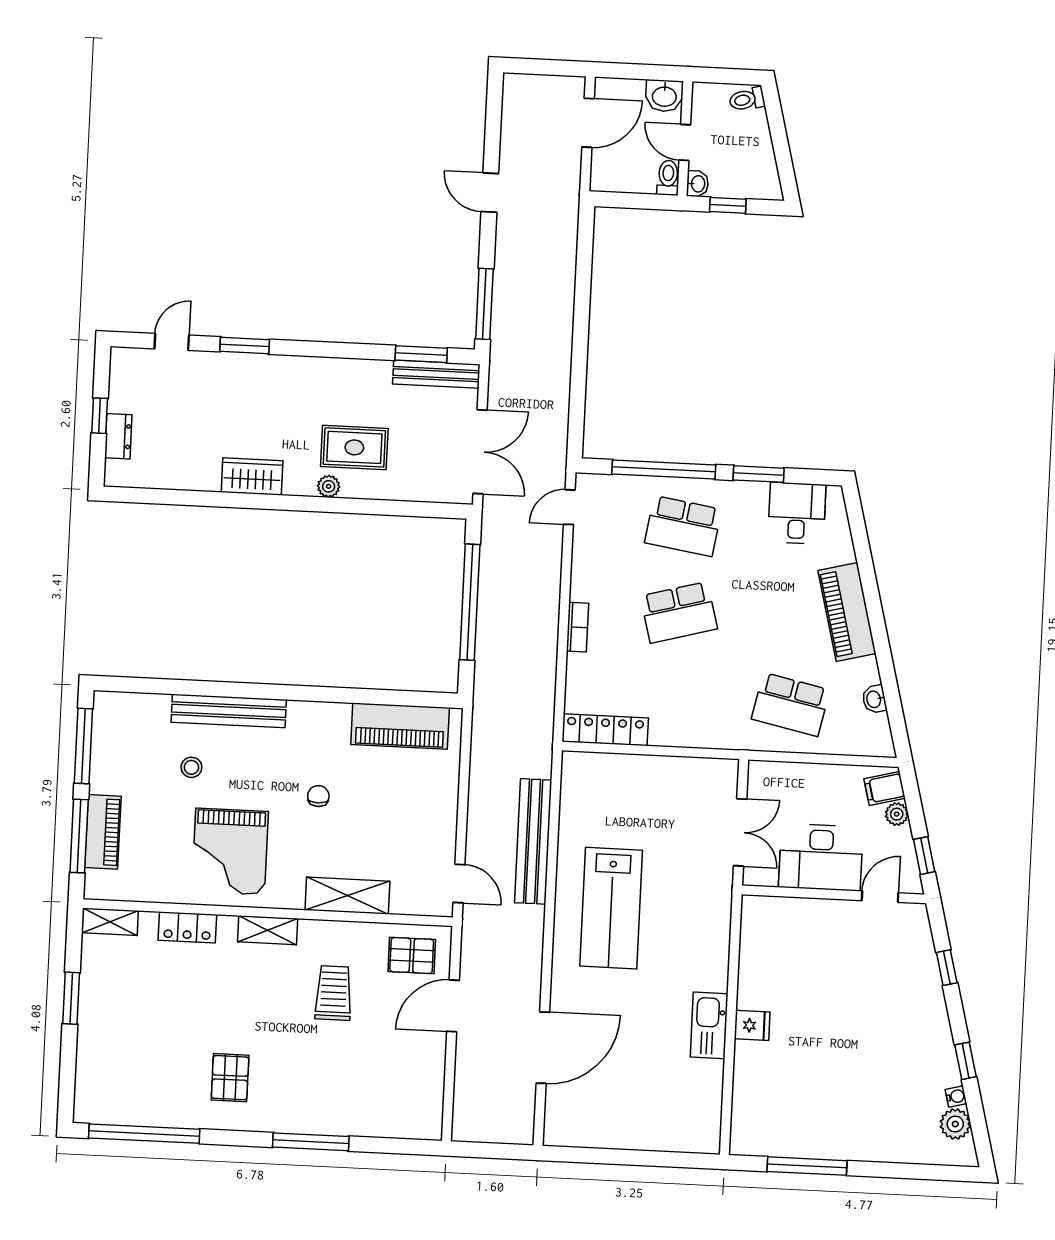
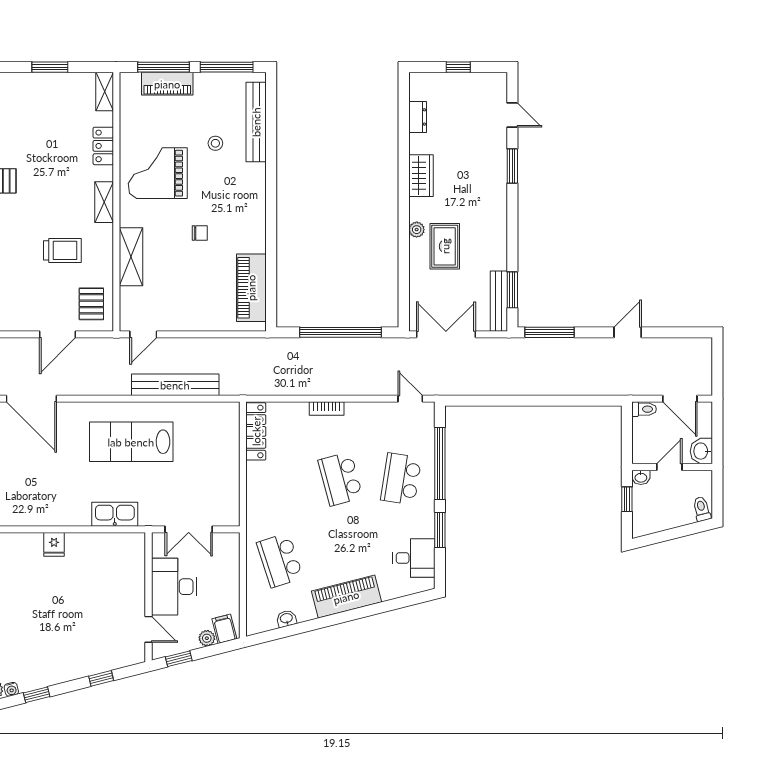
toilet: (668, 178) -> (644, 409), moved
dresser: (118, 436) -> (418, 117), moved, turned -90
double door: (480, 452) -> (446, 334), swing flipped
school desk: (791, 704) -> (280, 560), turned -30
bench: (229, 711) -> (256, 122), moved
door: (453, 1006) -> (58, 334), swing flipped
kitchen sink: (709, 1025) -> (115, 514), moved

